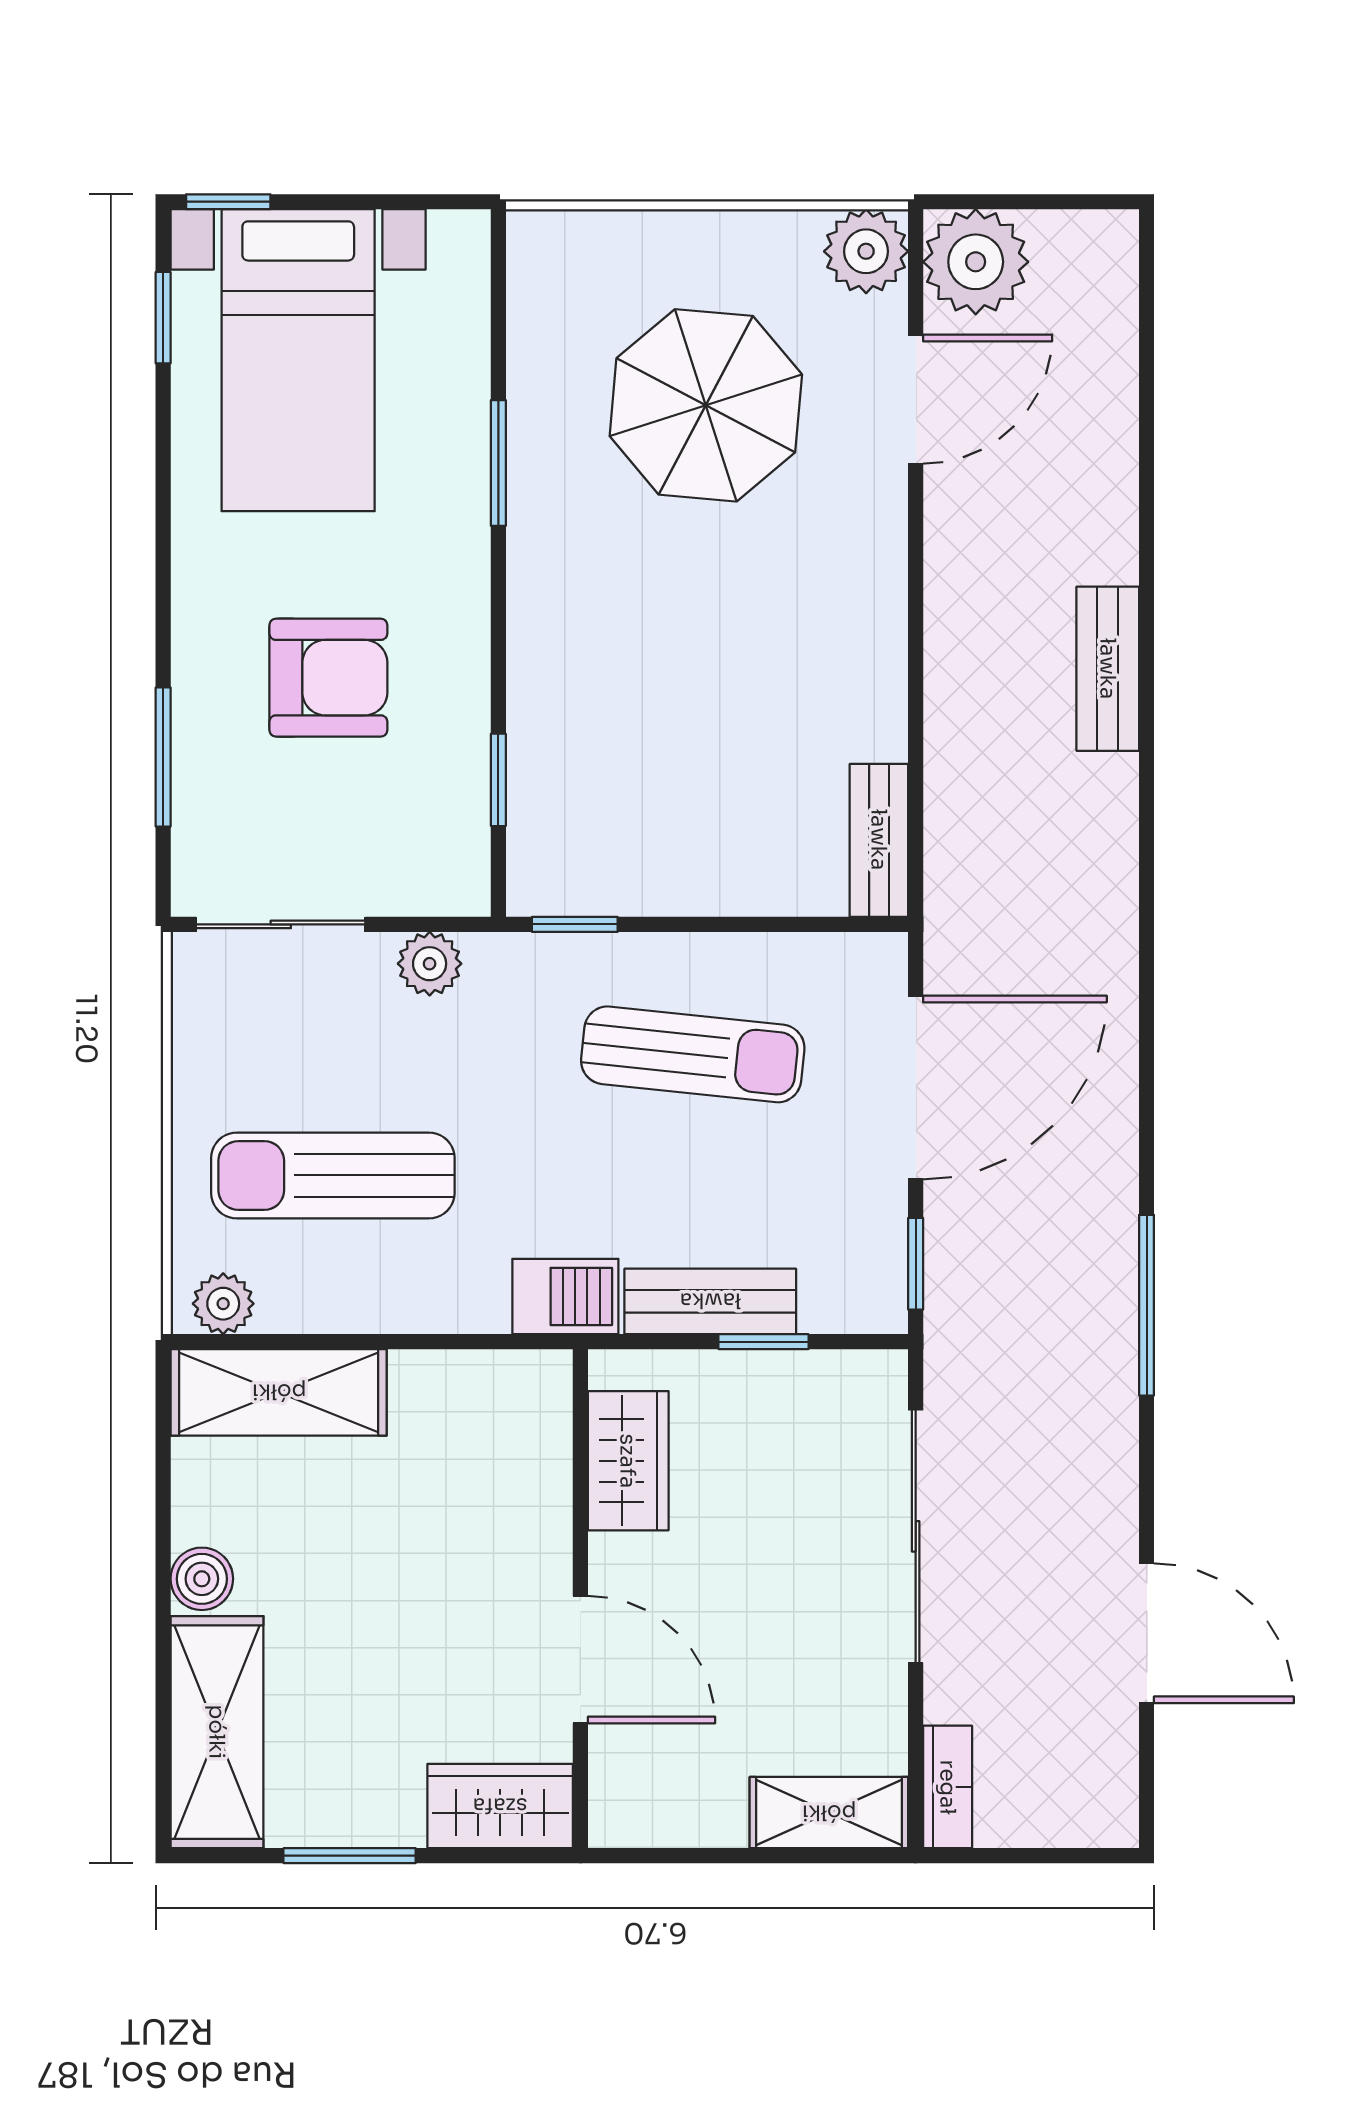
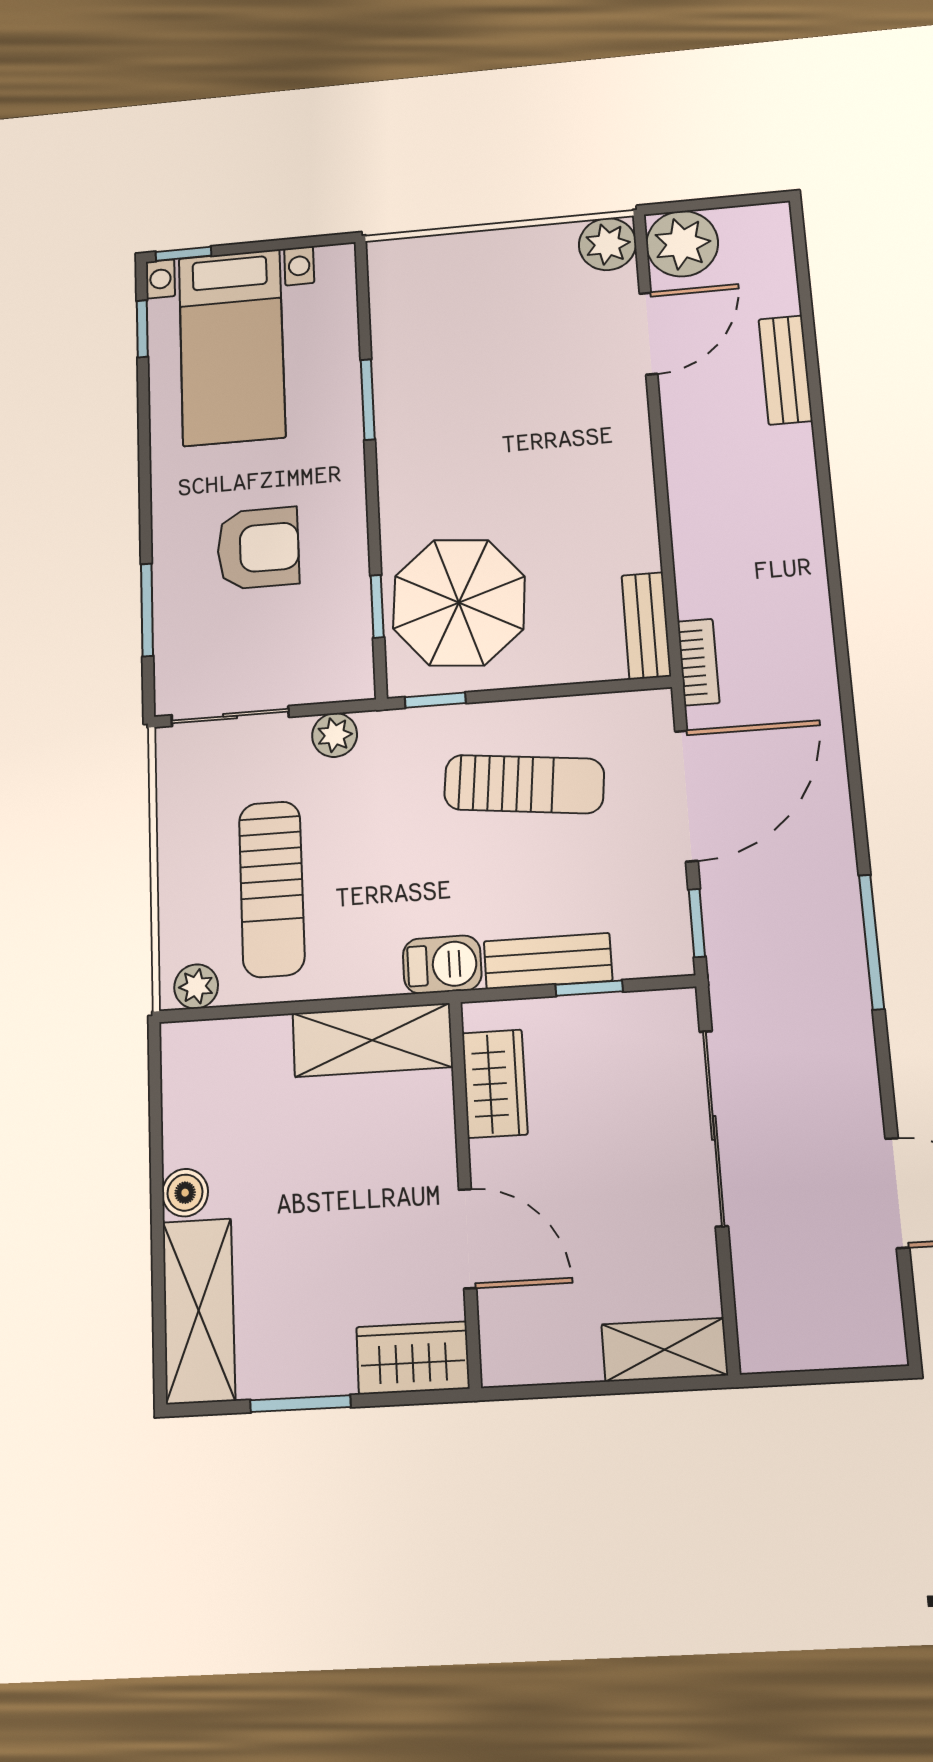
parasol: (706, 405) -> (459, 603), moved
bench: (1108, 669) -> (785, 370), moved
sun lounger: (333, 1175) -> (272, 889), turned -90
shelving: (279, 1392) -> (372, 1040), moved
bookcase: (948, 1787) -> (698, 662), moved

